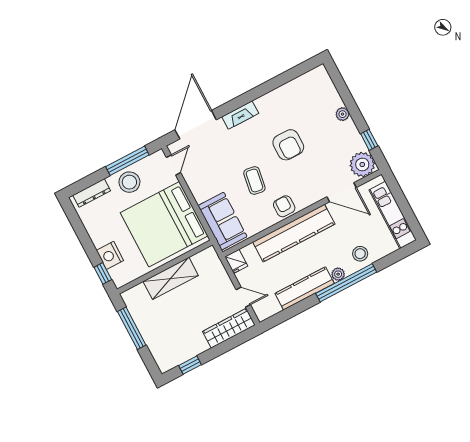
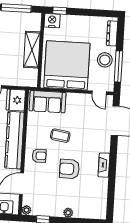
fireplace: (240, 115) -> (104, 165), moved
plant: (362, 164) -> (26, 210), width x0.53, depth x0.53
armchair: (284, 206) -> (39, 156), moved
nightstand: (110, 255) -> (52, 21), moved
fridge: (236, 261) -> (16, 100), width x1.88, depth x1.34

